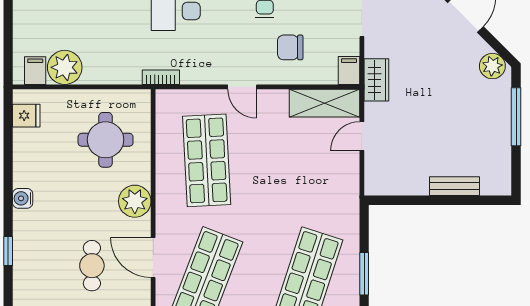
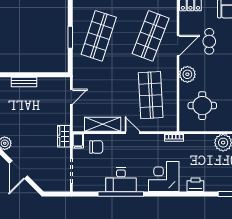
chair: (290, 47) -> (96, 147), moved
shelving: (324, 103) -> (103, 124), moved
door: (362, 136) -> (71, 97), moved
door: (153, 257) -> (178, 46), hinge flipped

